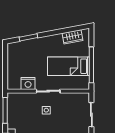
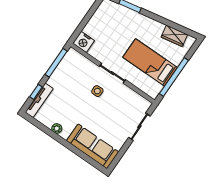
nightstand: (28, 83) -> (84, 42), moved

